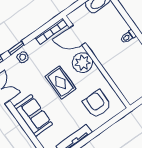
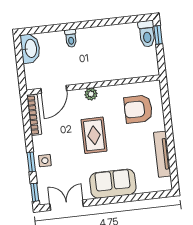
toilet: (128, 37) -> (71, 38), moved
plant: (83, 63) -> (91, 94), width x0.53, depth x0.53
rug: (60, 82) -> (94, 135), turned 90

